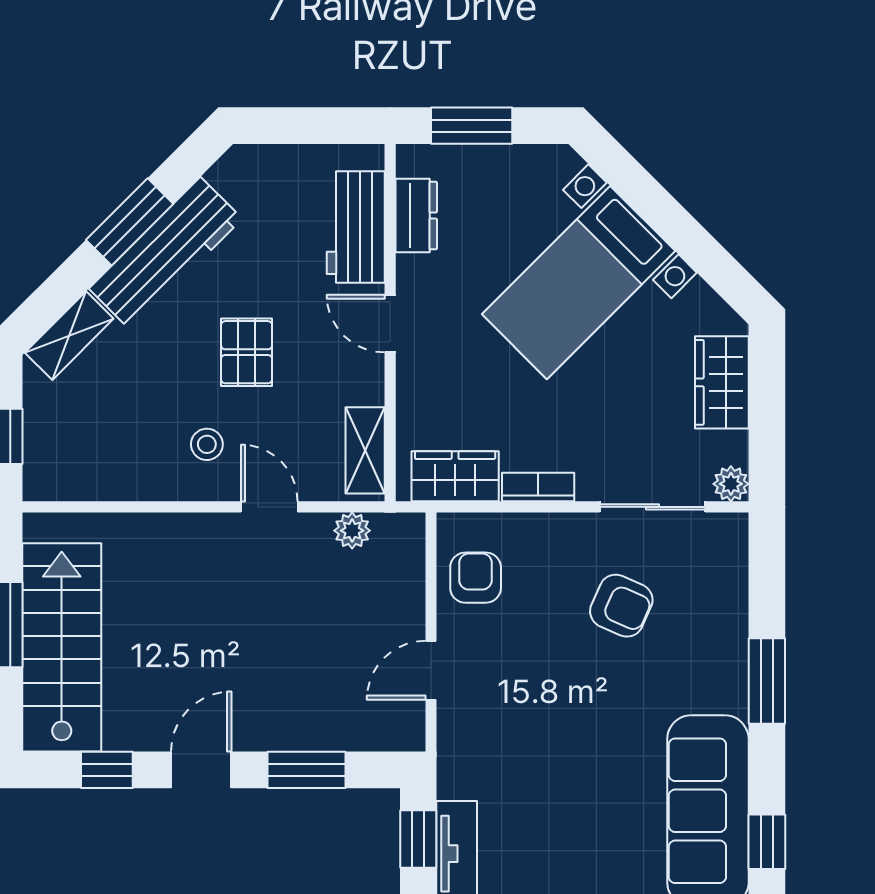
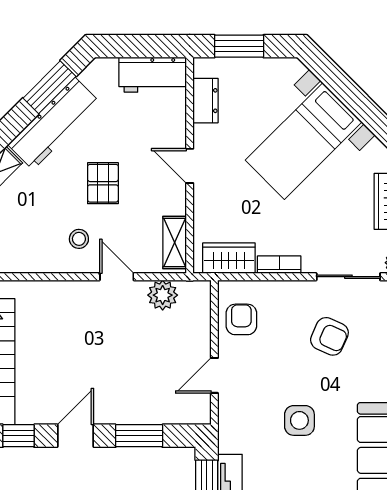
window: (130, 222) -> (49, 87), moved
workbench: (356, 227) -> (153, 75), moved, turned -90
plant: (352, 531) -> (163, 295), width x1.38, depth x1.38
side table: (572, 745) -> (299, 420), added

